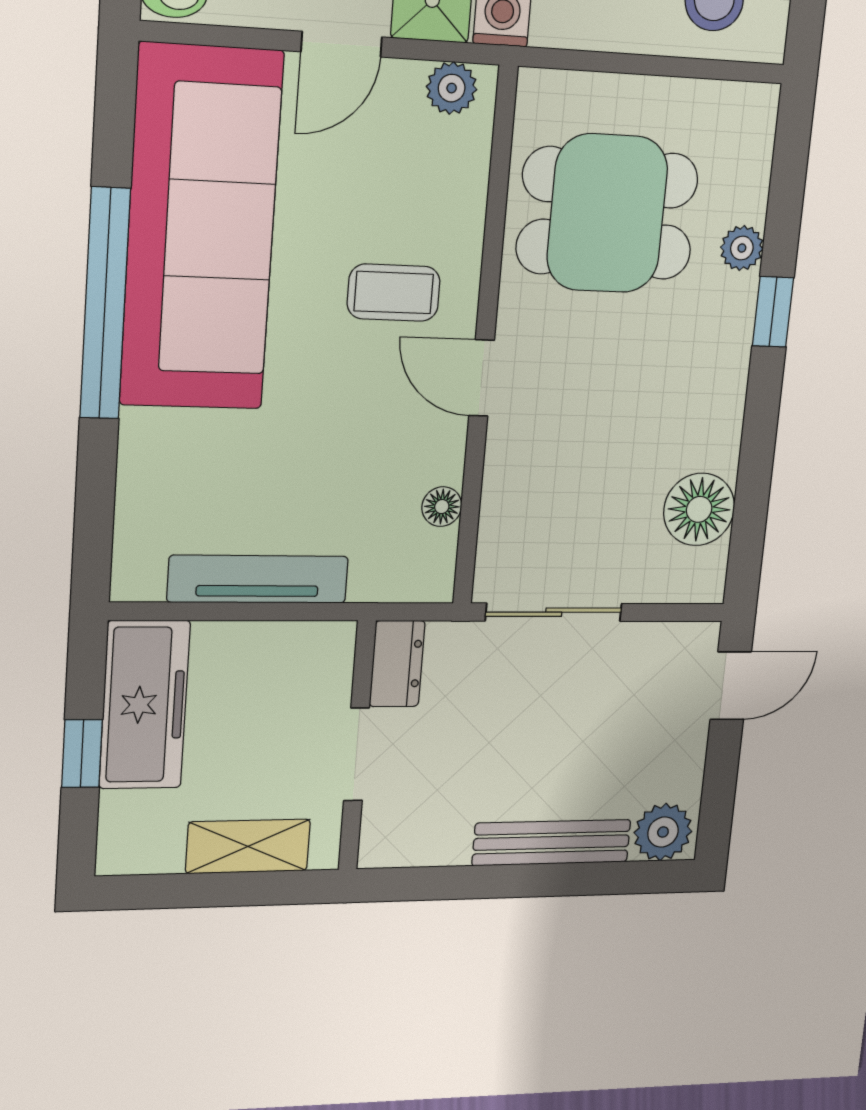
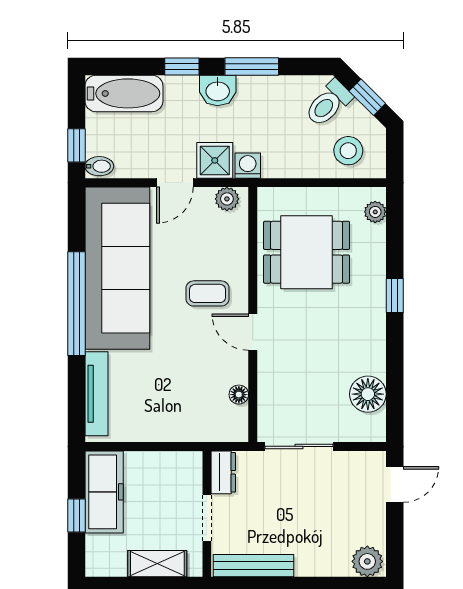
plant: (742, 248) -> (375, 212), moved
tv unit: (258, 579) -> (96, 394), moved, turned 90
bench: (552, 843) -> (253, 566), moved

